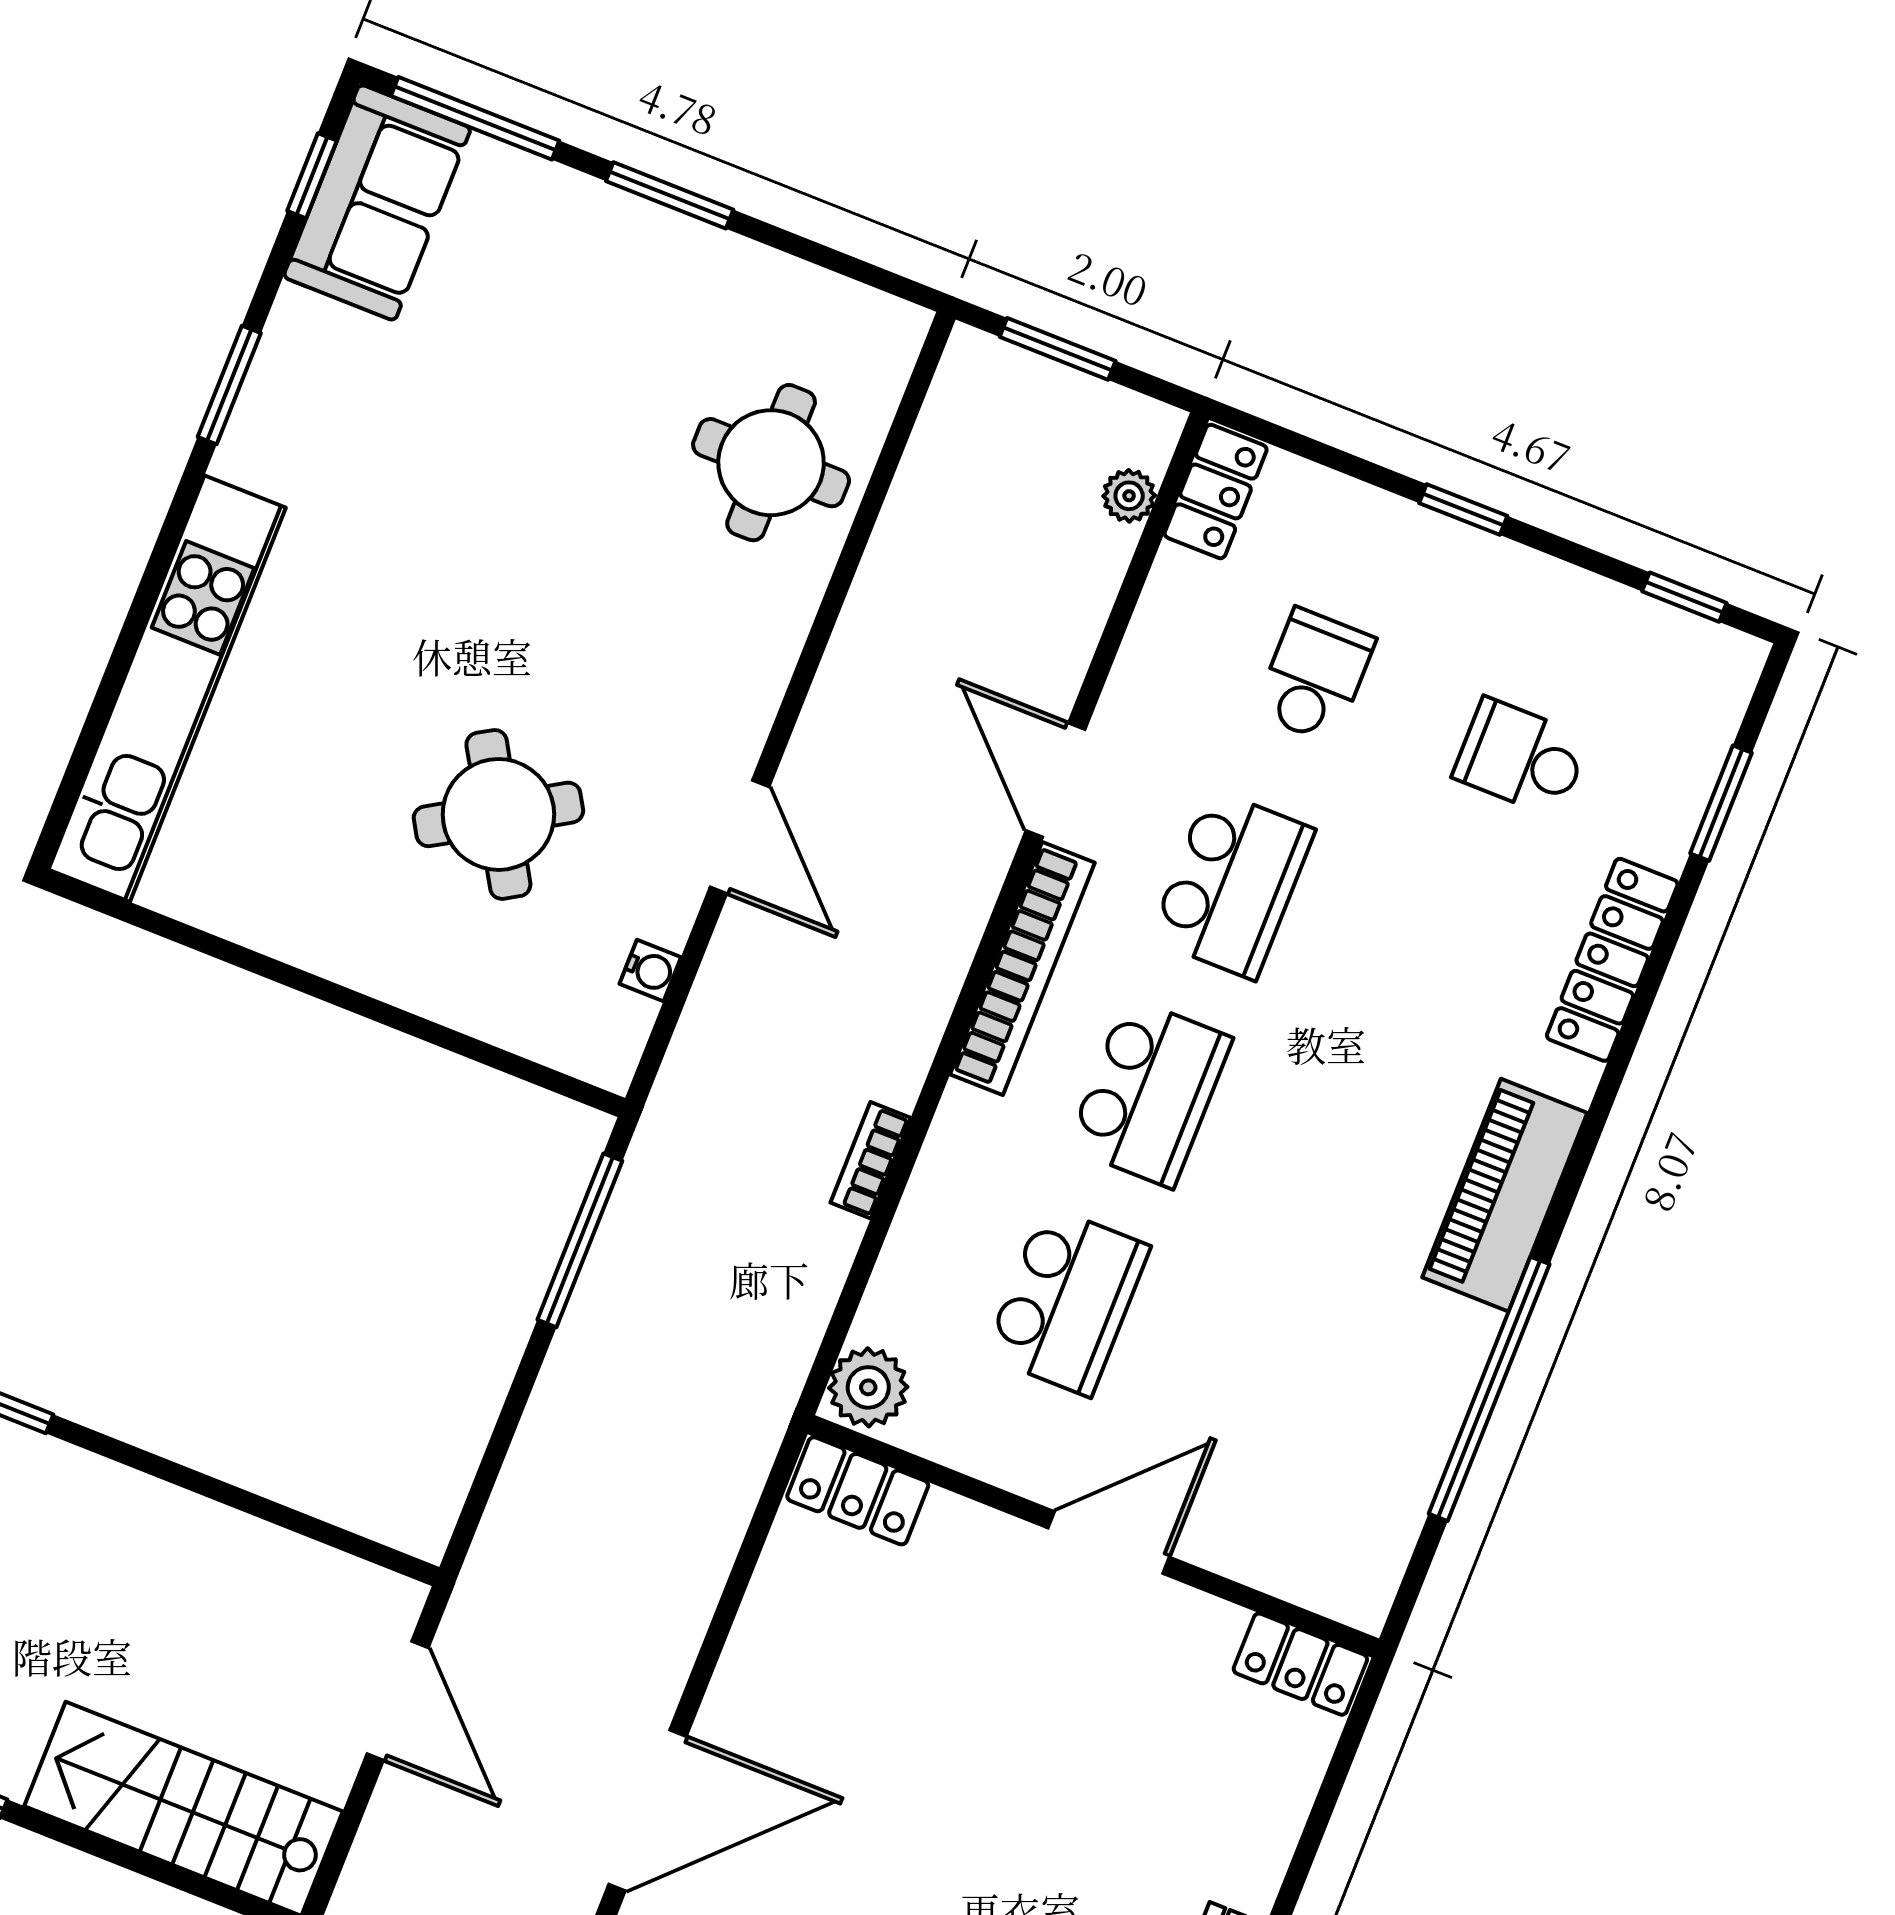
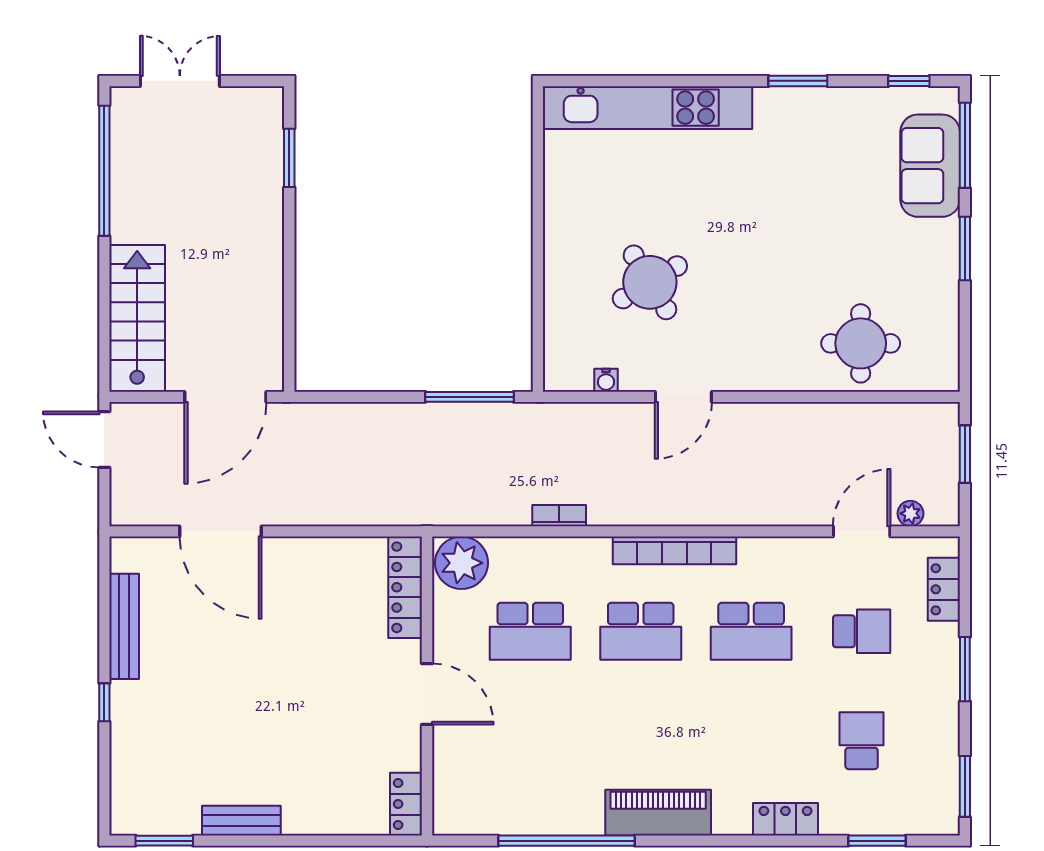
sofa: (377, 203) -> (930, 166), moved, turned 90
locker: (1216, 491) -> (944, 589), moved, turned 90
window: (1463, 510) -> (965, 669), width x1.50
window: (1684, 597) -> (965, 786), width x1.50
door: (1055, 780) -> (862, 531), moved
locker: (1612, 960) -> (785, 819), width x0.66
plant: (868, 1387) -> (462, 563), width x1.36, depth x1.36
locker: (858, 1491) -> (405, 587), width x1.53
door: (398, 1701) -> (225, 397), width x1.36

